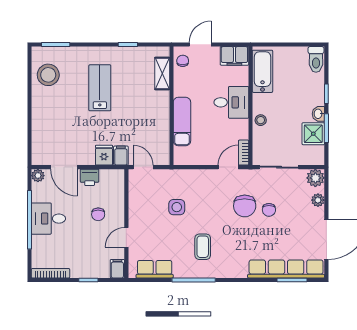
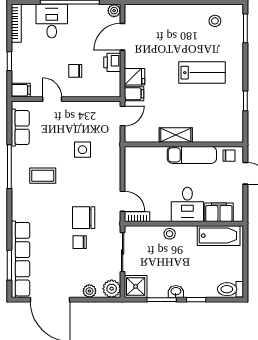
filing cabinet: (234, 56) -> (219, 212), moved, turned 90
shelving: (162, 73) -> (176, 135), moved
stool: (48, 75) -> (215, 21), width x0.53, depth x0.53
exam couch: (182, 122) -> (192, 155), moved
shower: (313, 134) -> (136, 286), moved
desk: (48, 219) -> (52, 21), moved

